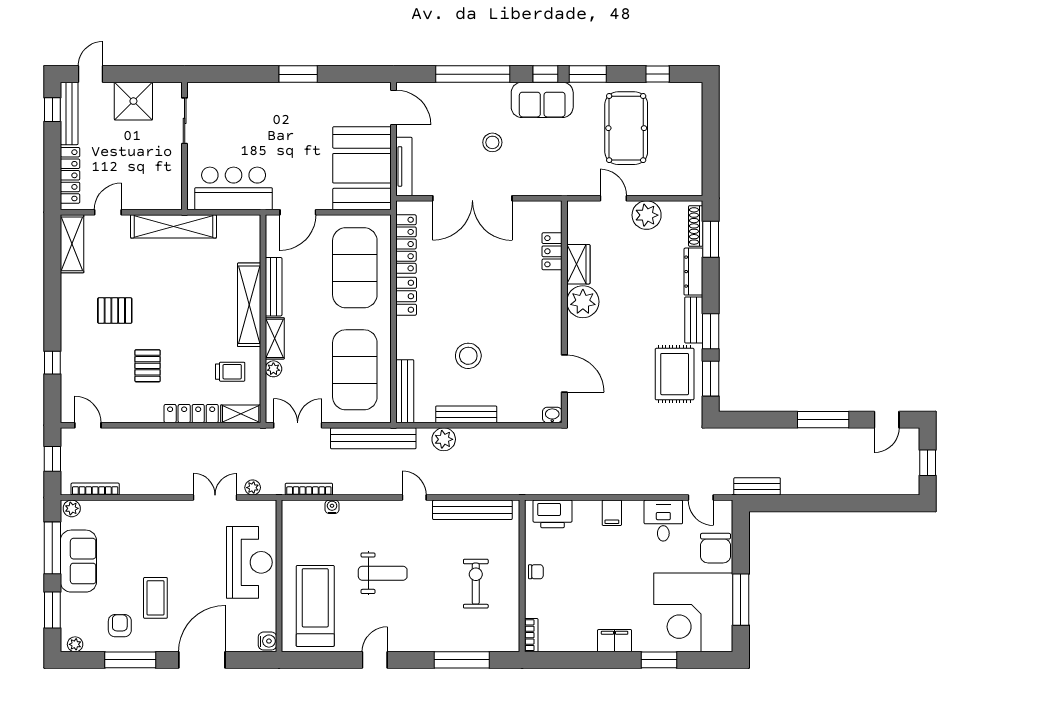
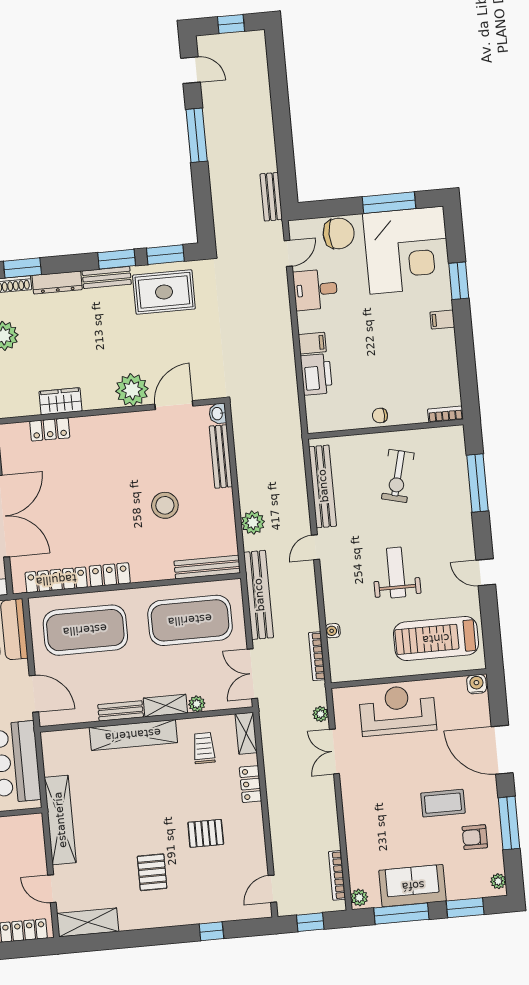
bench: (274, 287) -> (121, 711), width x0.73
plant: (583, 302) -> (132, 390), moved
locker: (191, 414) -> (251, 784), width x0.66
bench: (466, 414) -> (221, 456), moved
printer: (553, 514) -> (316, 374), moved
chair: (536, 572) -> (380, 415), turned -90
exercise bike: (476, 584) -> (398, 476), turned -76
filing cabinet: (615, 641) -> (442, 320), width x0.50

